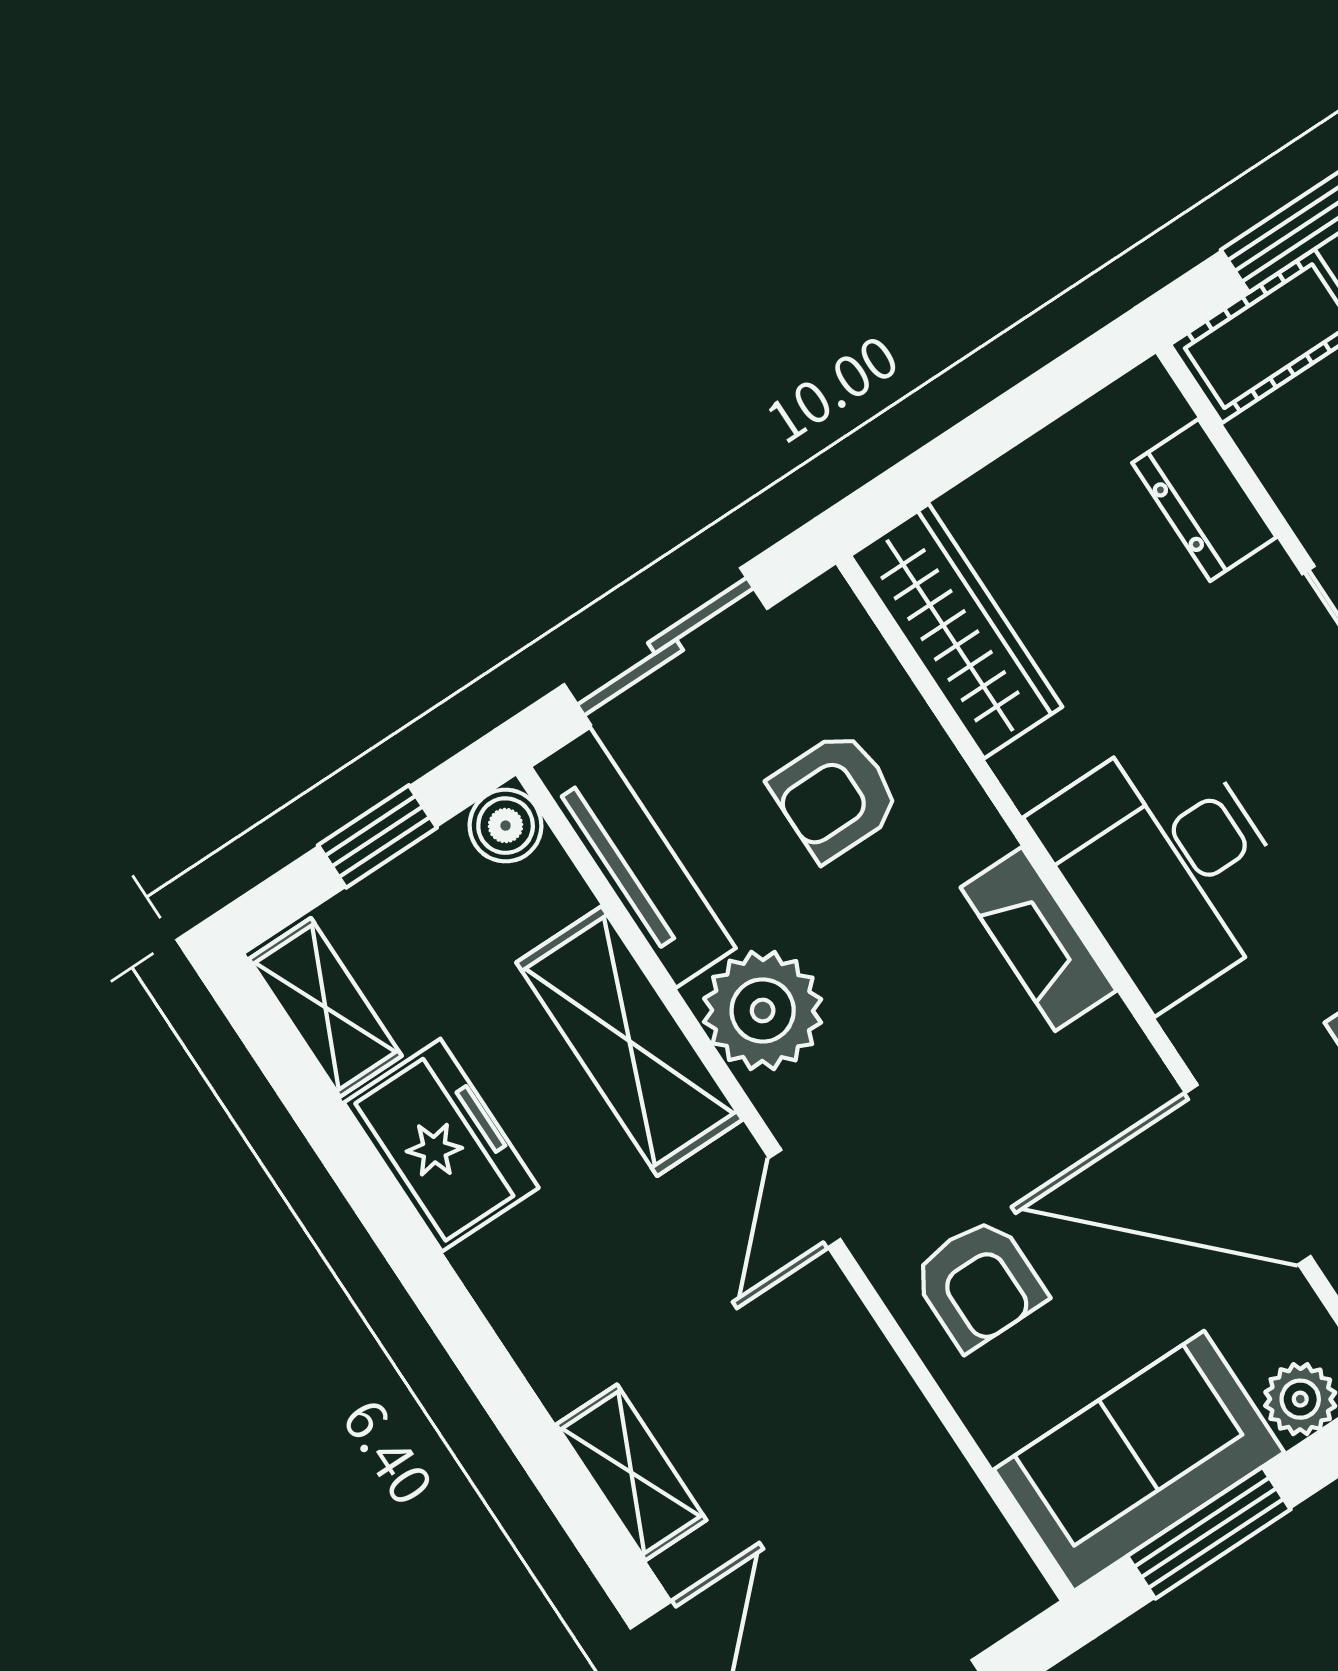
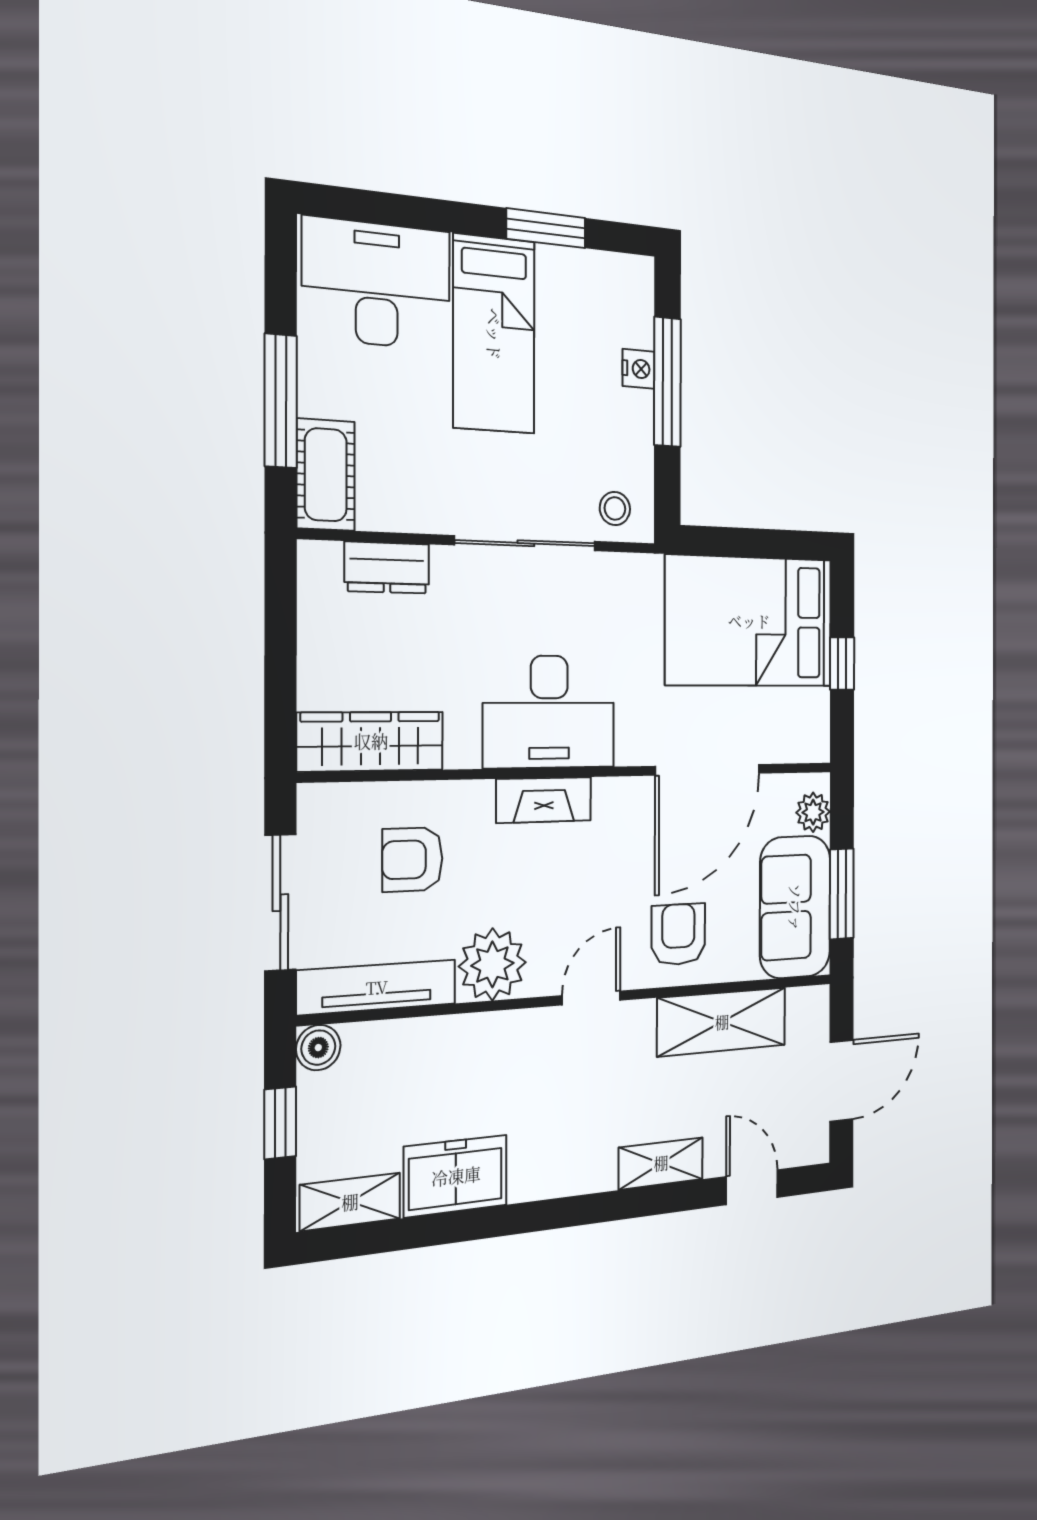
armchair: (835, 796) -> (413, 859), turned 90
shelving: (629, 1041) -> (722, 1022), moved
door: (805, 1199) -> (591, 998), swing flipped
armchair: (979, 1283) -> (678, 934), turned -90

